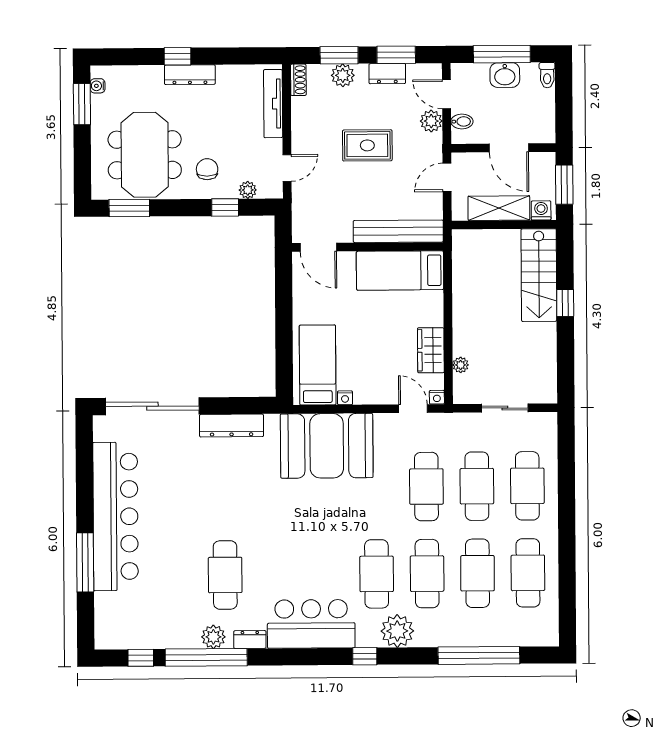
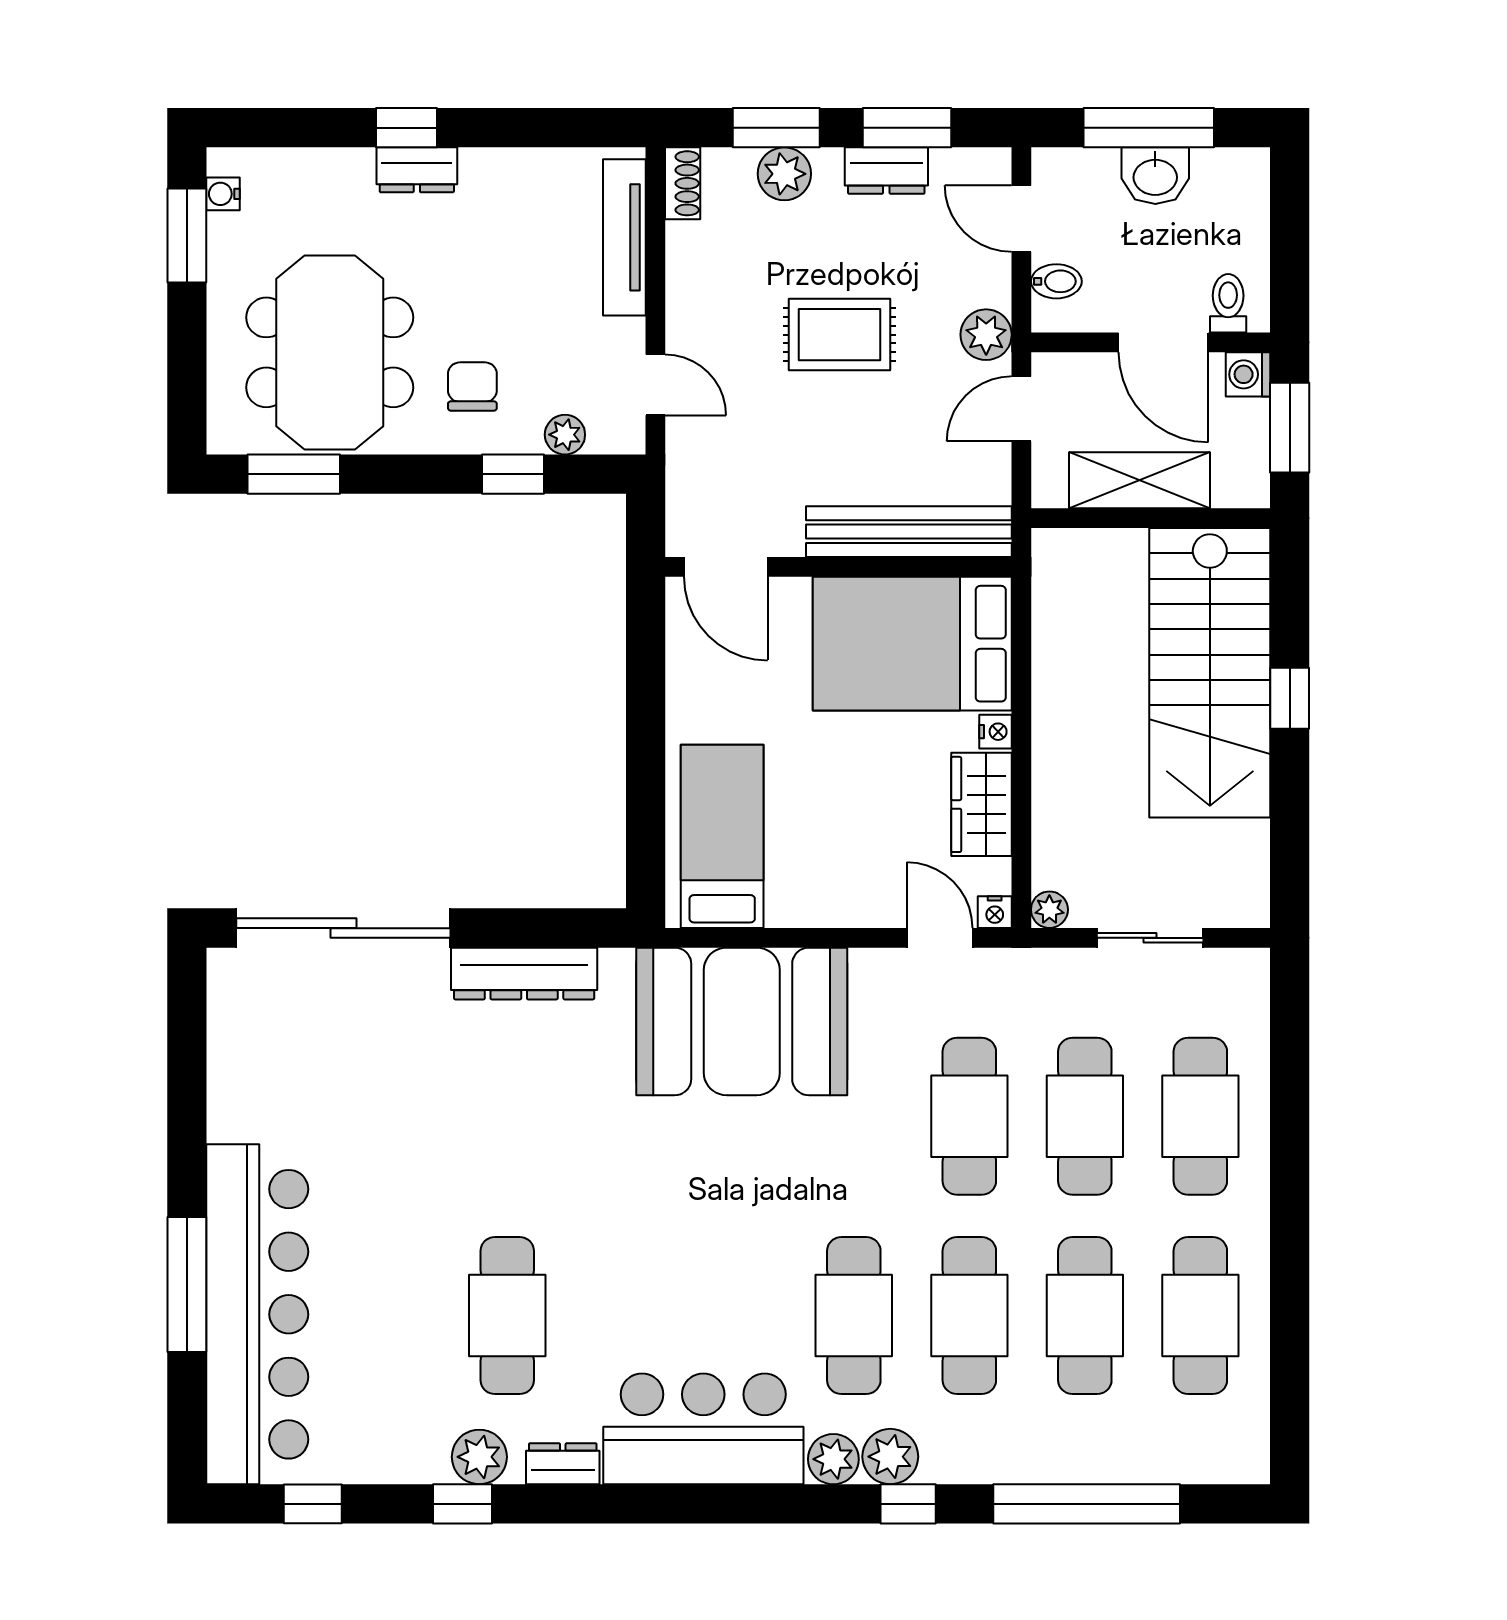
dresser: (190, 75) -> (417, 170), width x0.70
toilet: (547, 75) -> (1228, 303), moved, turned 180
plant: (431, 121) -> (986, 335), moved
door: (287, 168) -> (655, 385), hinge flipped
washing machine: (541, 210) -> (1248, 374), moved, turned -90
bed: (400, 270) -> (912, 644), width x1.50
stairs: (539, 275) -> (1210, 673), width x1.36, depth x1.51
plant: (461, 365) -> (1049, 910), moved
nightstand: (345, 398) -> (995, 732), moved, turned -90
bar counter: (116, 516) -> (257, 1314), moved
plant: (397, 631) -> (890, 1457), width x0.73, depth x0.73
plant: (368, 637) -> (833, 1459), added
window: (365, 656) -> (908, 1504), moved
window: (206, 657) -> (463, 1504), width x0.32

